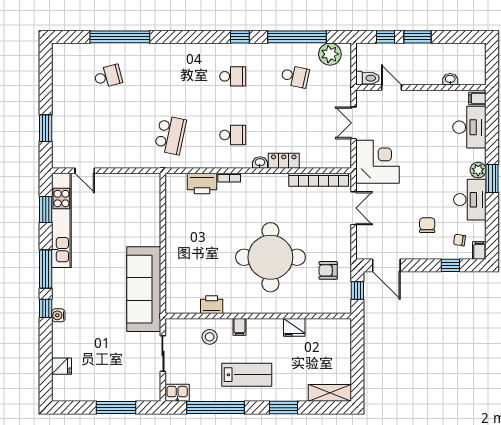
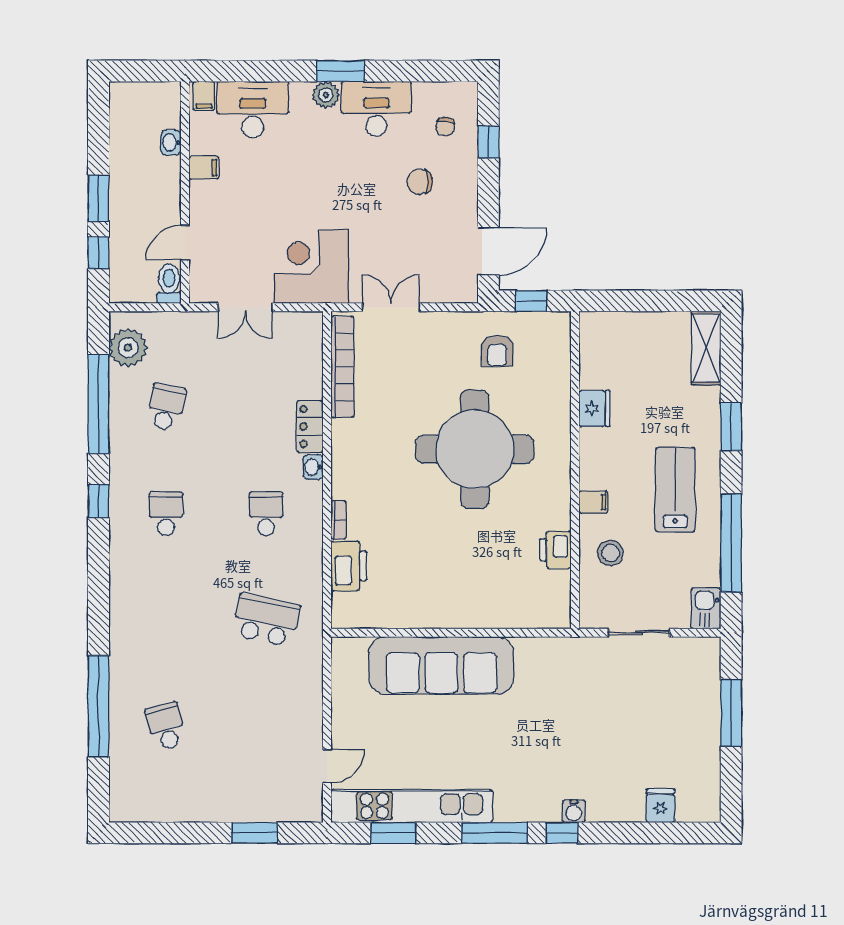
filing cabinet: (479, 250) -> (204, 168), moved, turned 180
sofa: (144, 289) -> (441, 665), moved

